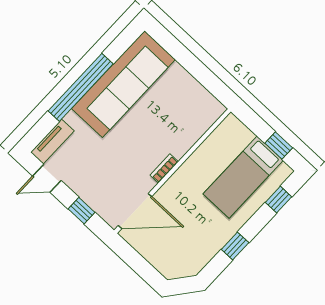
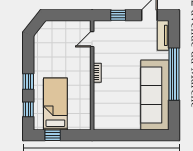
door: (135, 211) -> (92, 39), width x0.53
window: (235, 246) -> (28, 81), moved

